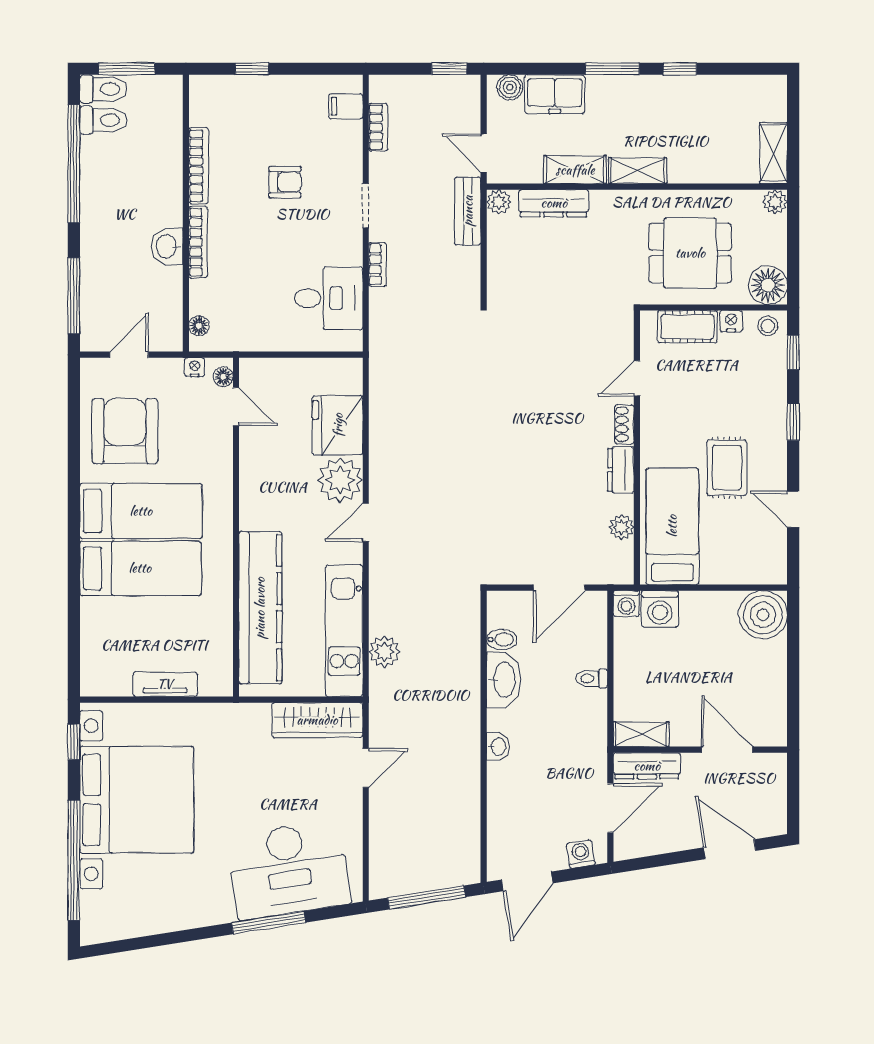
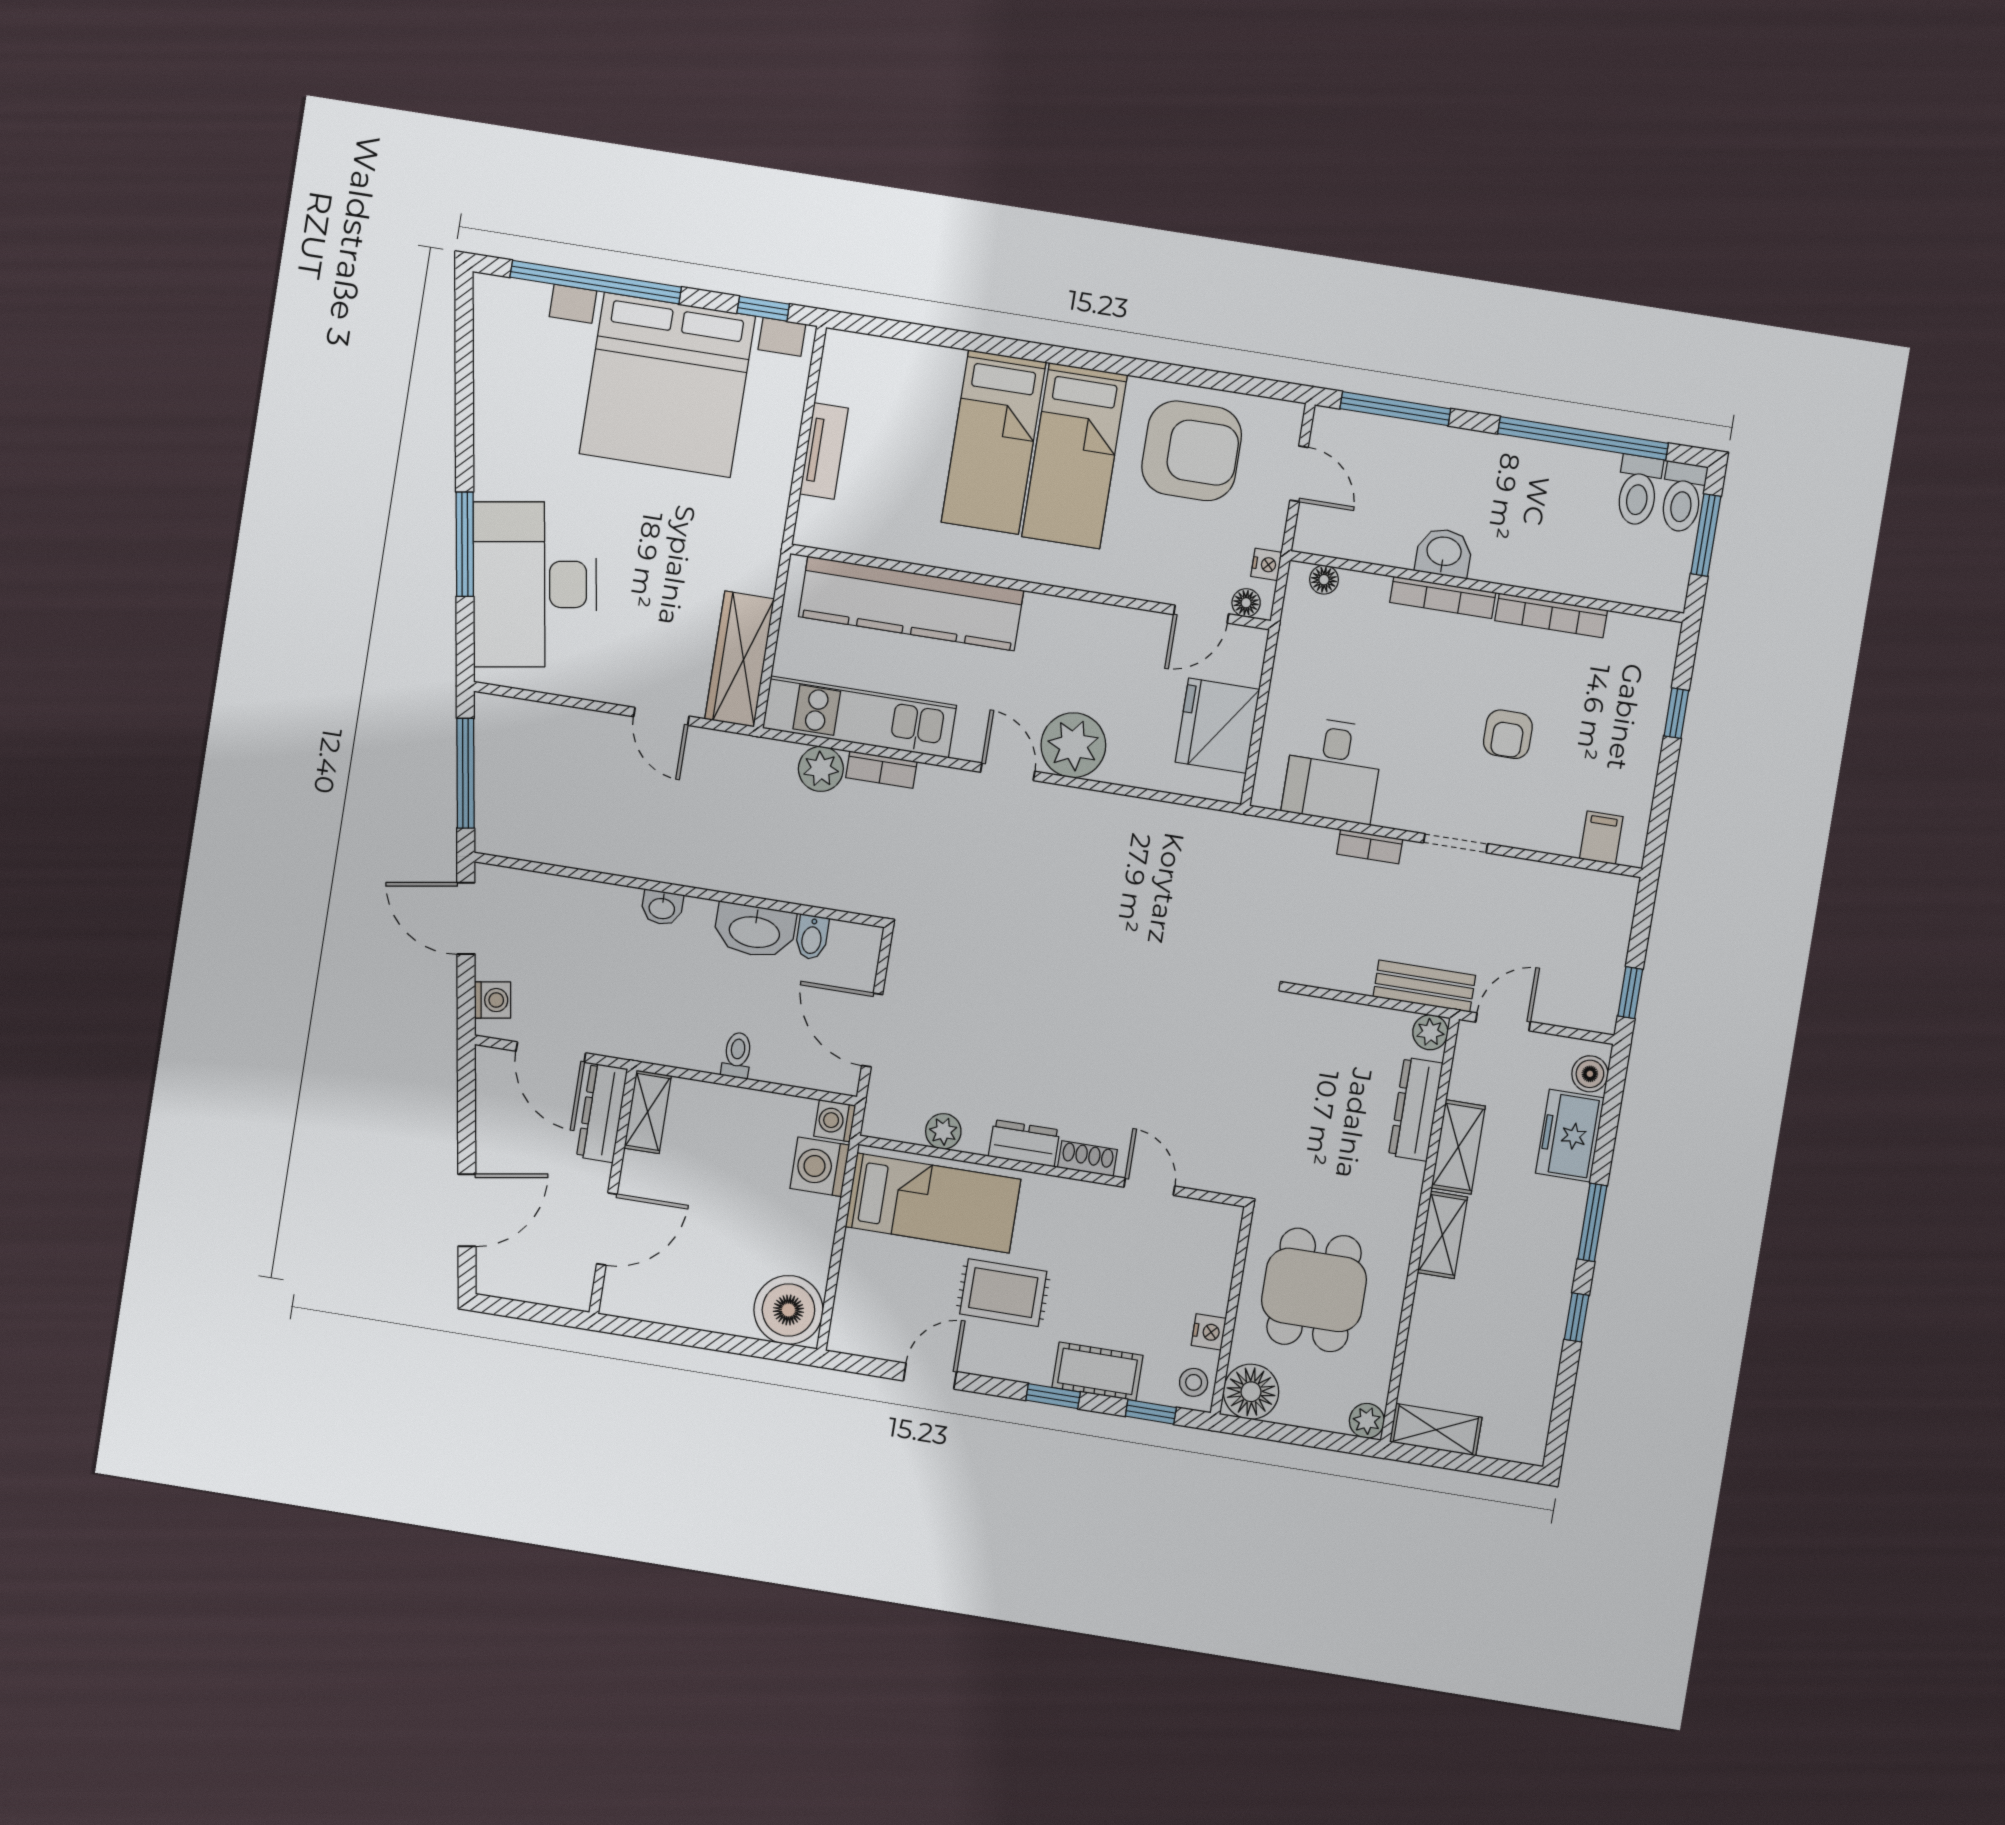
bookcase: (378, 127) -> (881, 770), moved
cot: (688, 327) -> (1097, 1371), moved, turned 90
fridge: (338, 425) -> (1217, 726), moved, turned -90

